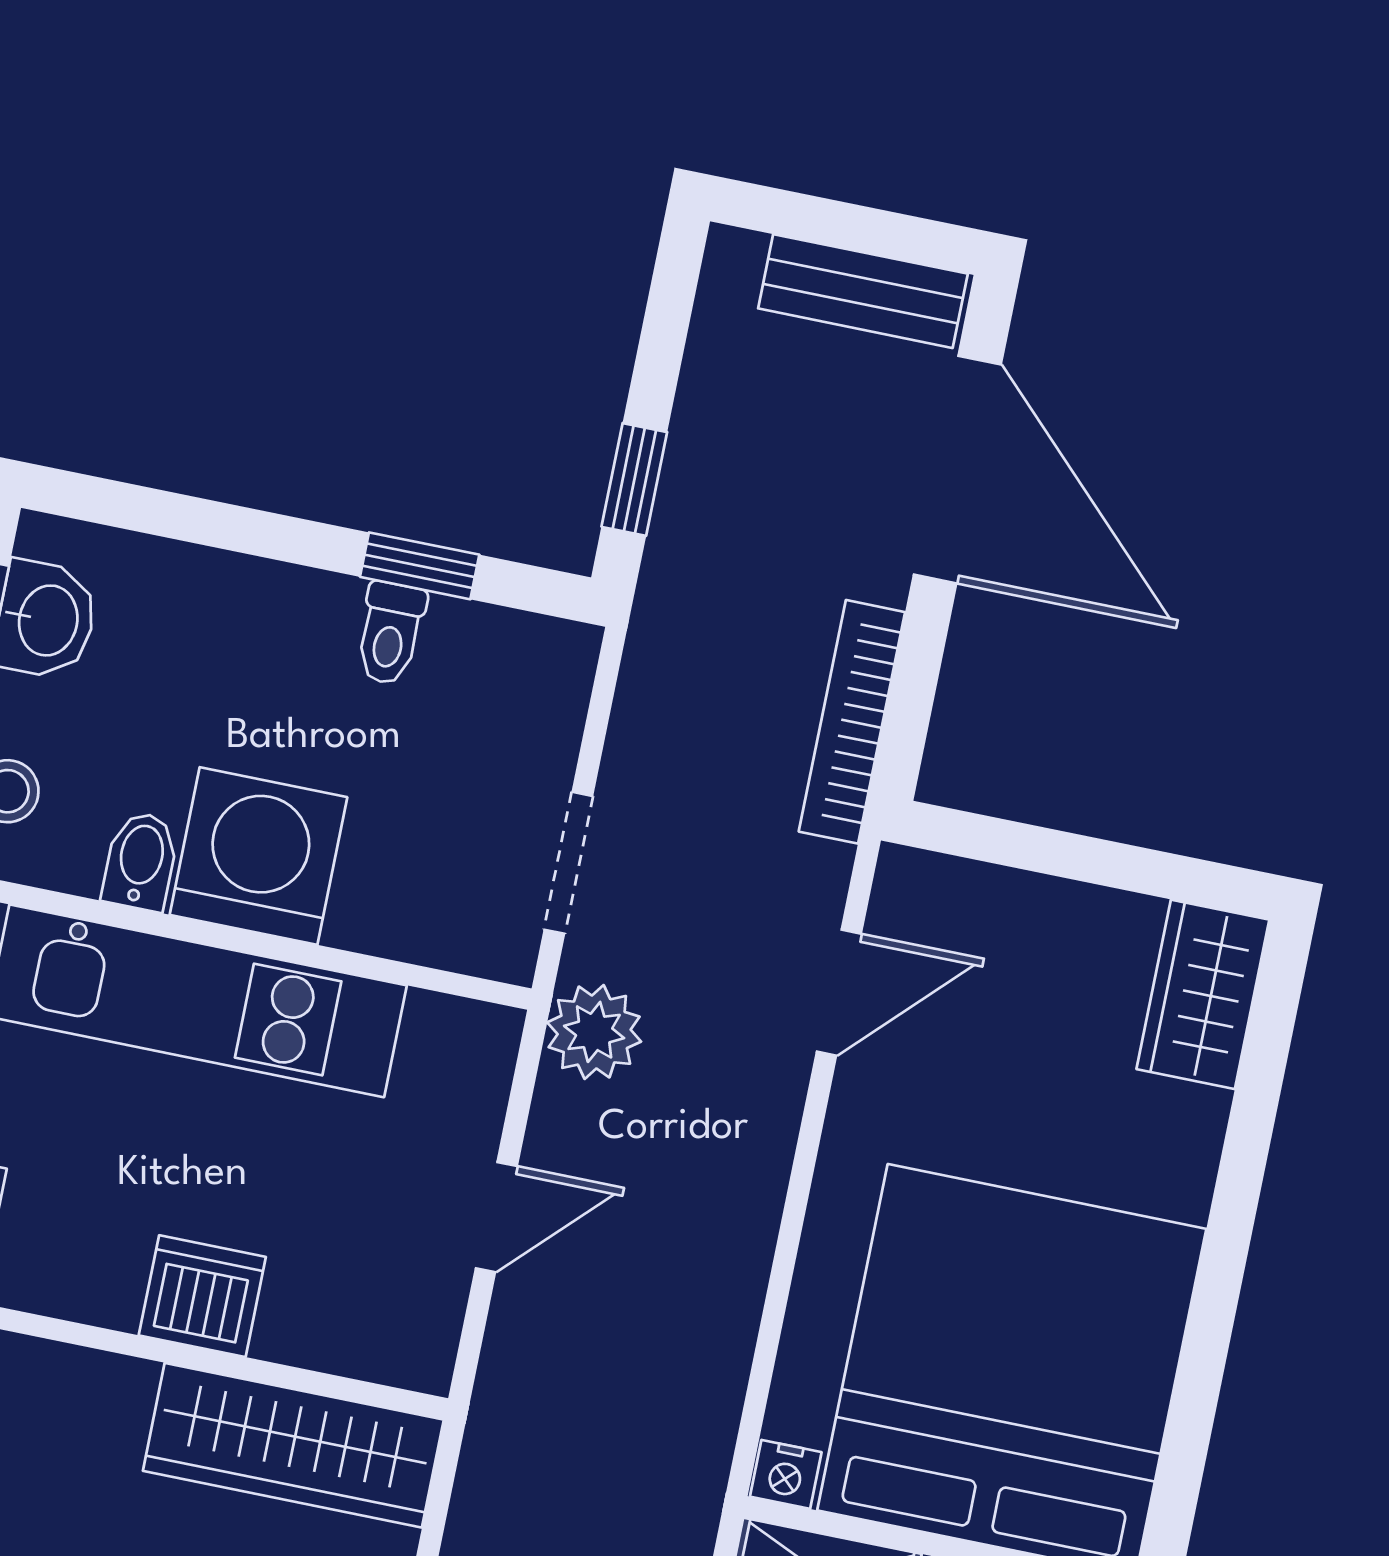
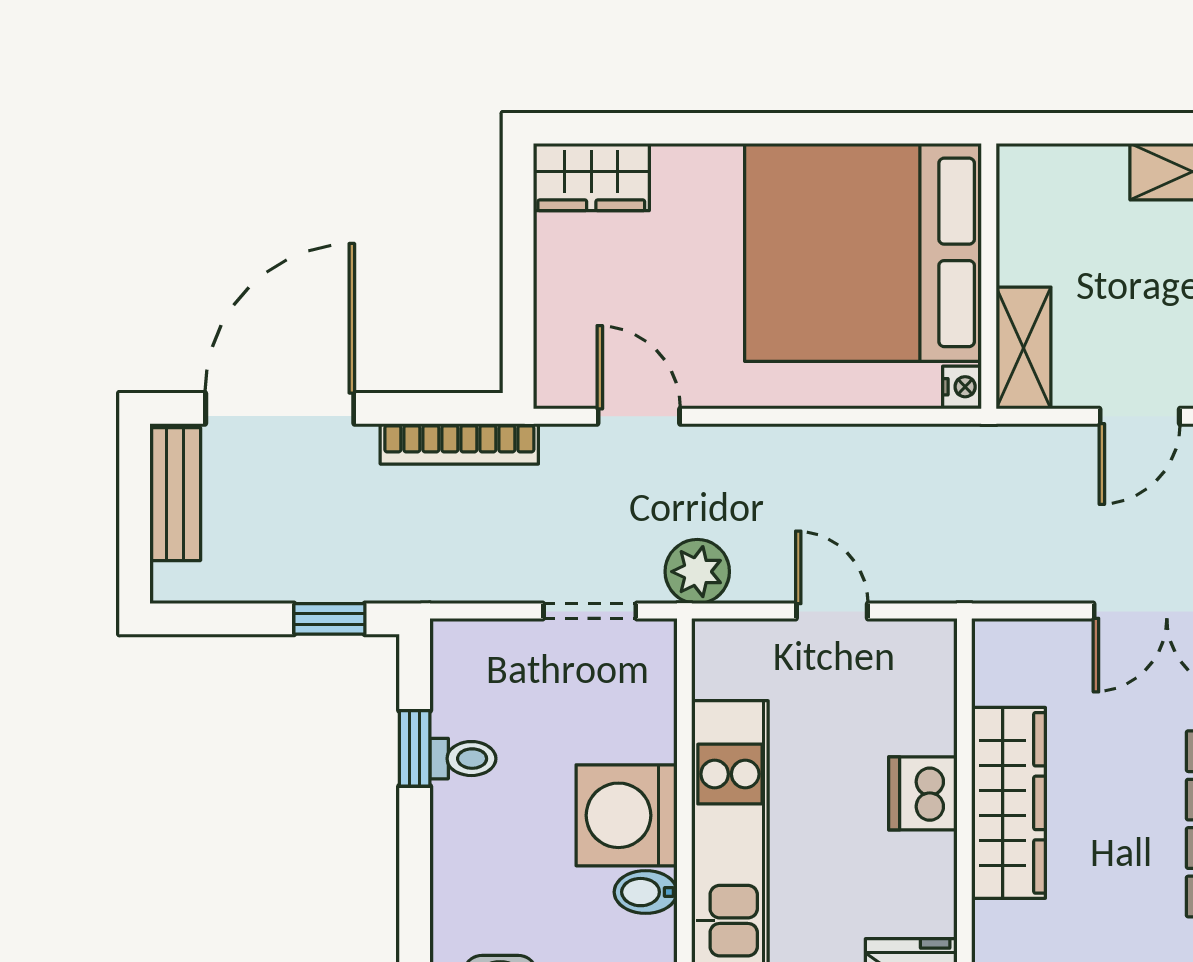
wardrobe: (293, 1445) -> (1009, 803), moved

